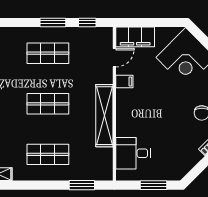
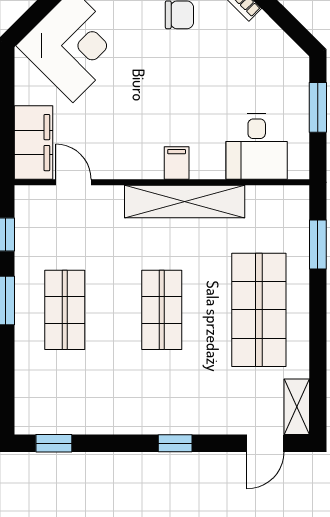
filing cabinet: (124, 82) -> (177, 163), moved
shop shelf: (48, 154) -> (259, 310), width x1.43, depth x1.36

